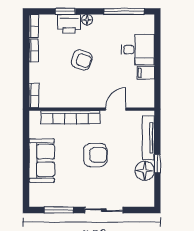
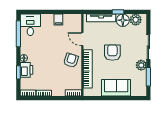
desk: (138, 50) -> (30, 25), moved
armchair: (82, 60) -> (71, 60), moved
plant: (145, 190) -> (136, 20), added
plant: (76, 199) -> (141, 65), added

